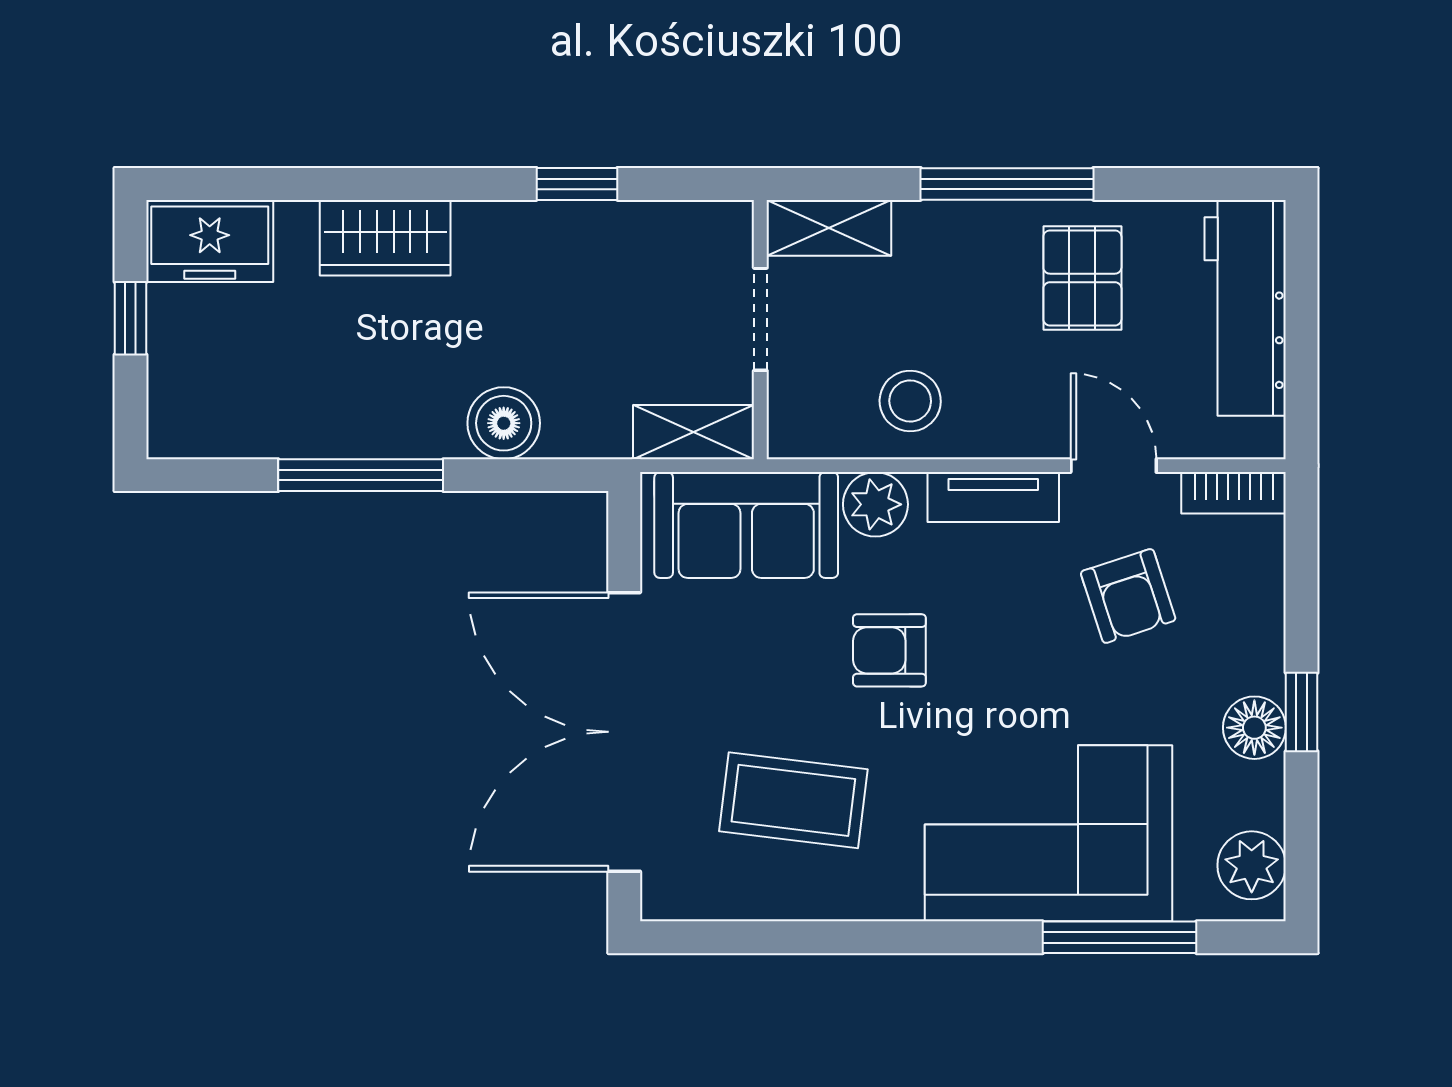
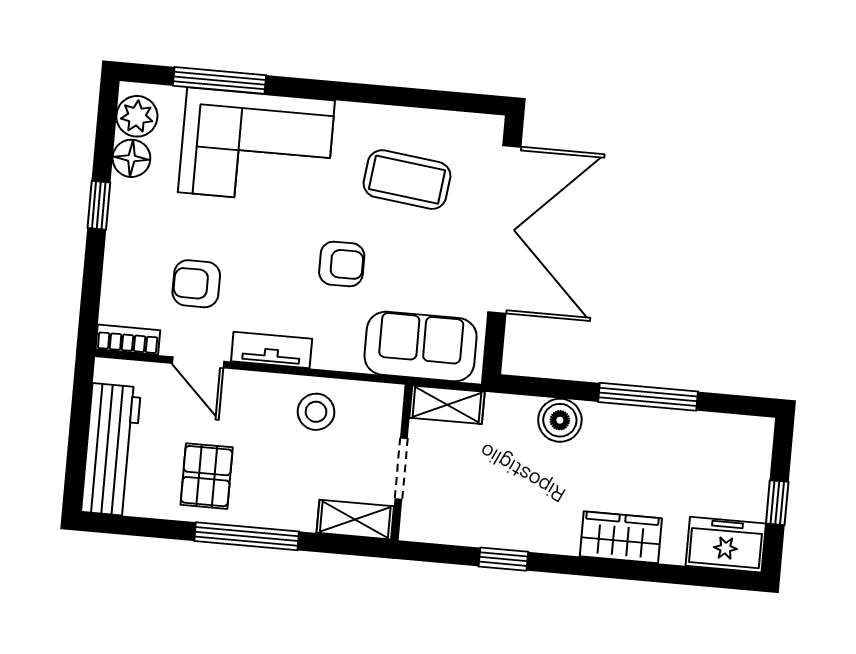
plant: (875, 504) -> (342, 352), removed
armchair: (1128, 596) -> (196, 284), turned -72
floor lamp: (1254, 728) -> (131, 158), moved

